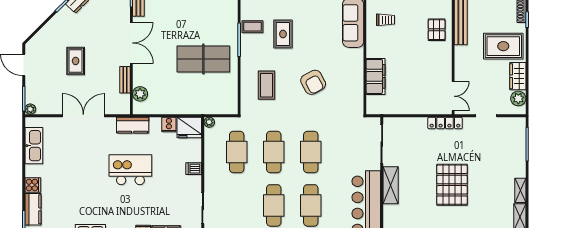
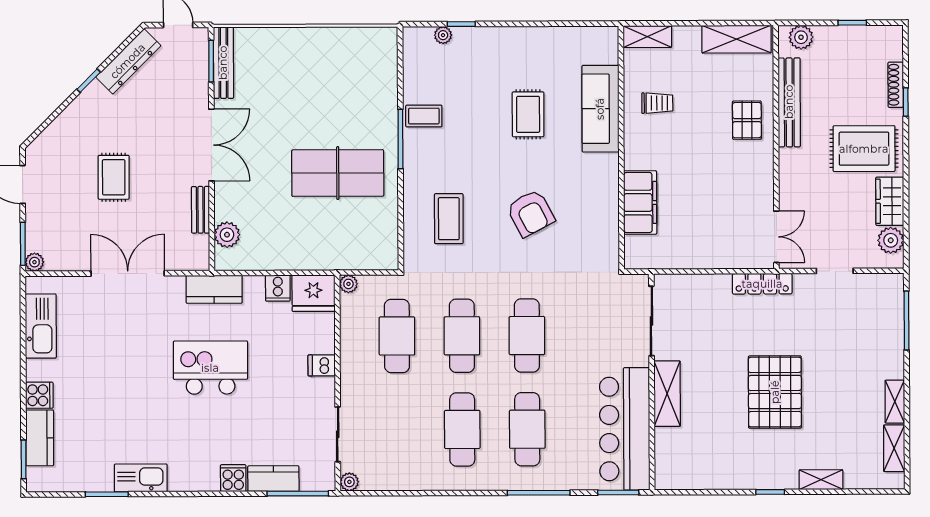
rug: (283, 34) -> (528, 114), moved

